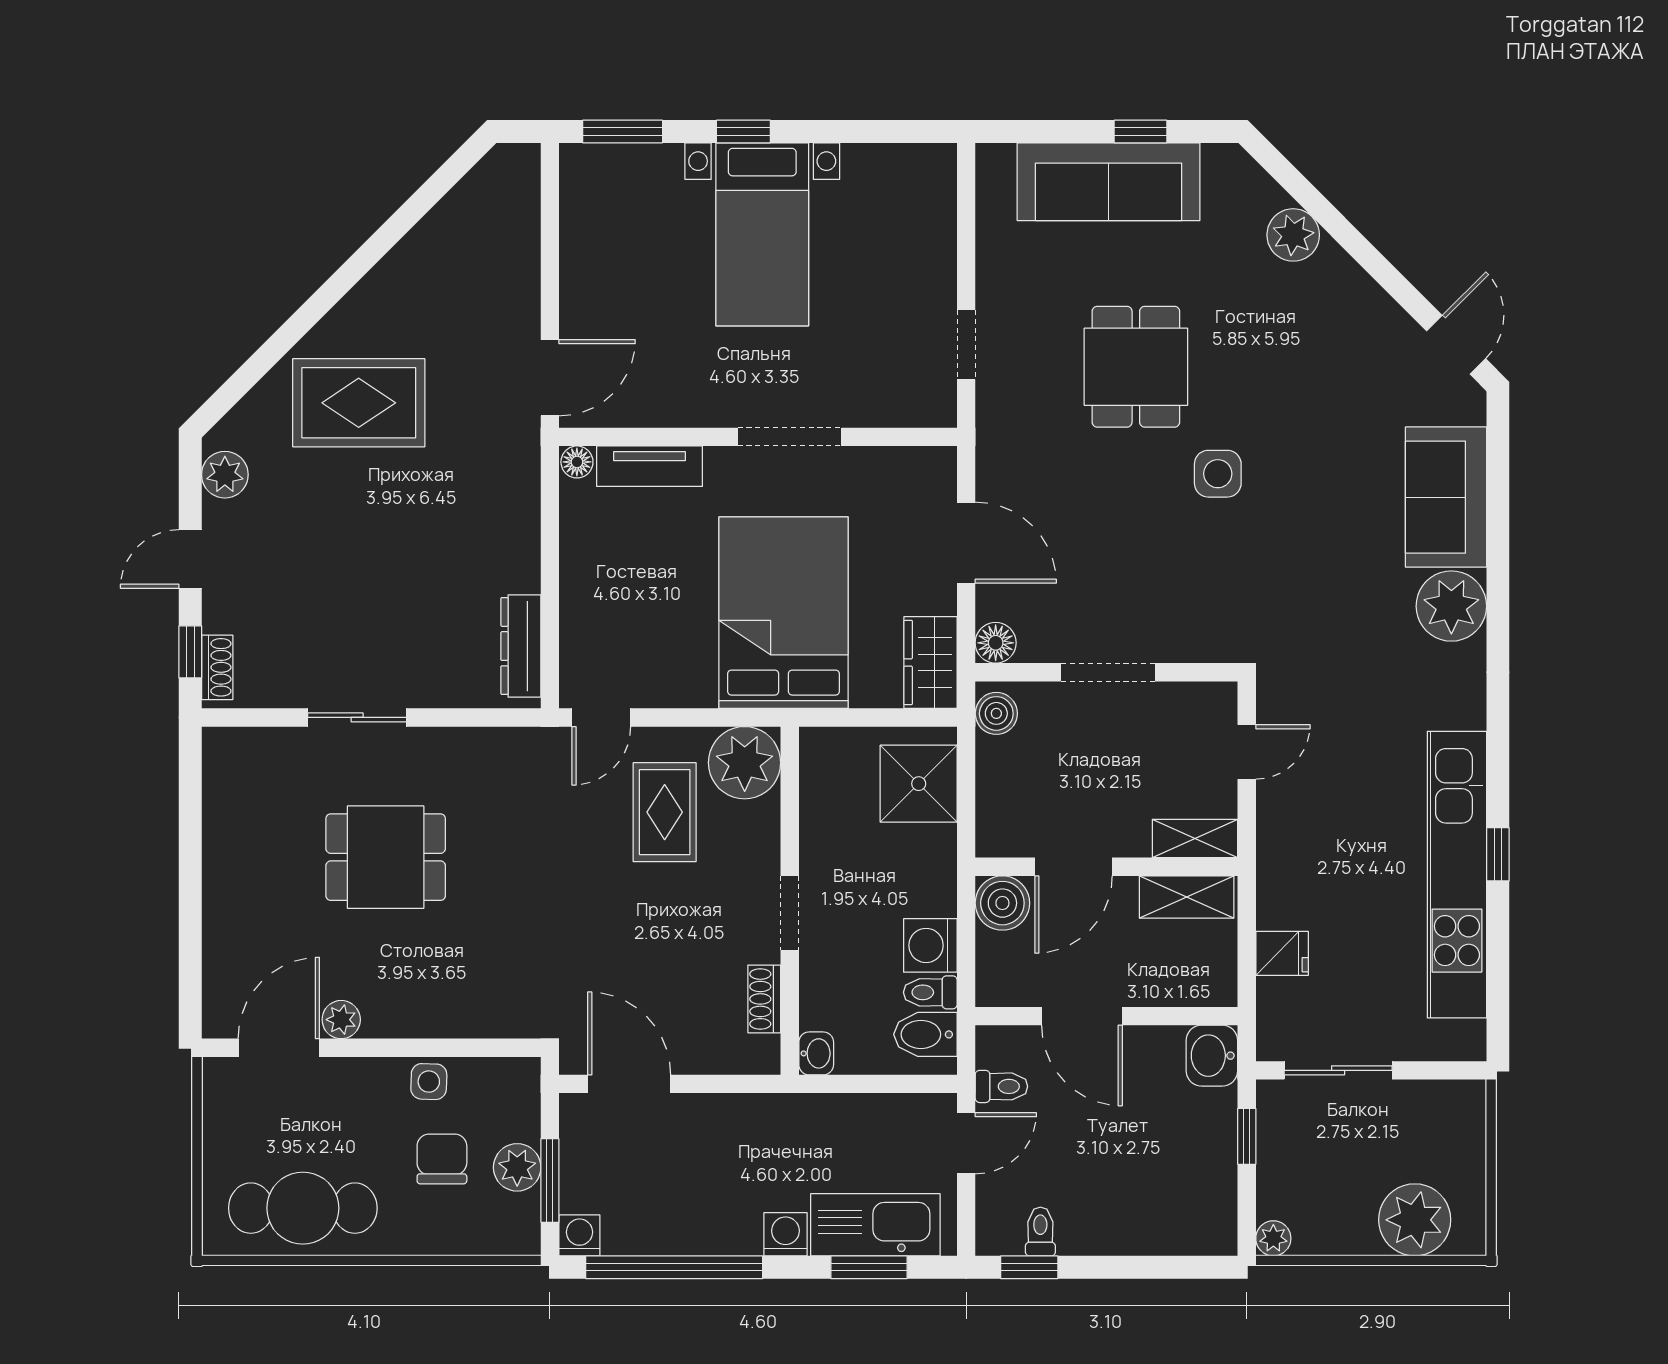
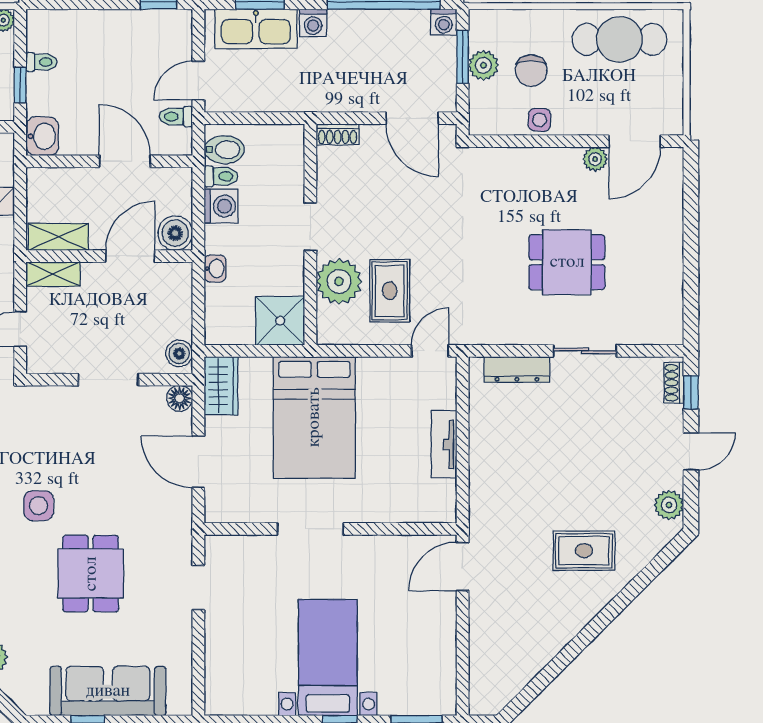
rug: (359, 403) -> (584, 551), width x0.73, depth x0.70
floor lamp: (577, 462) -> (445, 513), removed
tv unit: (650, 466) -> (444, 444), moved, turned -90
dresser: (521, 646) -> (517, 369), moved, turned 90
plant: (745, 763) -> (339, 281), moved
shower: (919, 784) -> (280, 321), moved
shoe rack: (764, 999) -> (338, 134), moved, turned 90
washbasin: (816, 1053) -> (215, 268), moved, turned 180
toilet: (1040, 1232) -> (41, 62), moved, turned -90

